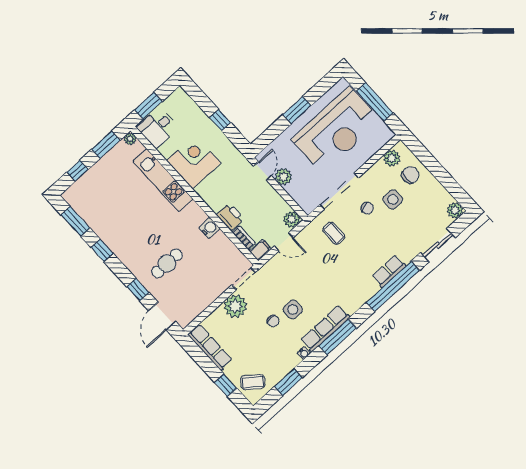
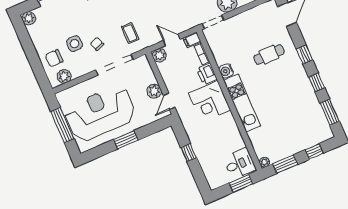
corner desk: (194, 162) -> (210, 101), moved
kitchen unit: (163, 180) -> (242, 103), moved
window: (138, 290) -> (305, 55), moved

